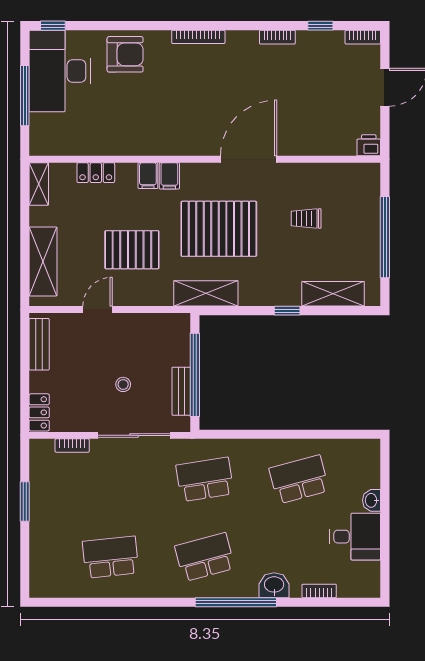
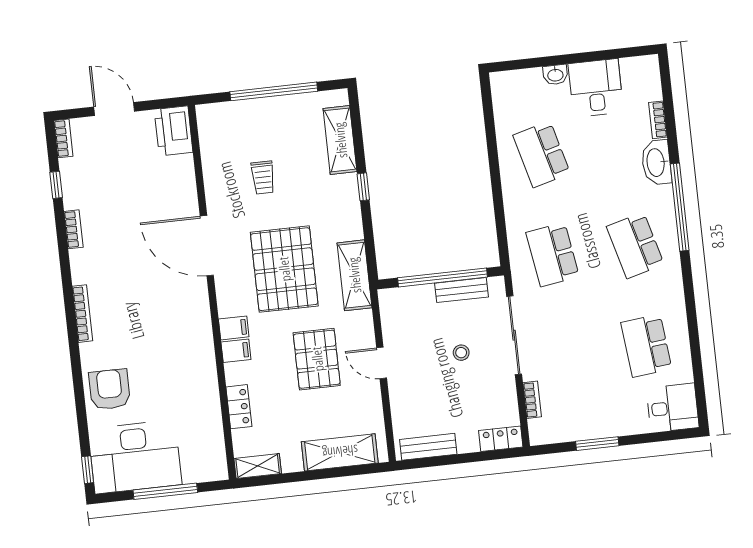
printer: (369, 145) -> (174, 131), width x1.87, depth x1.48
door: (97, 310) -> (382, 363), moved
desk: (50, 575) -> (673, 408), added
washbasin: (274, 585) -> (656, 162), width x1.38

